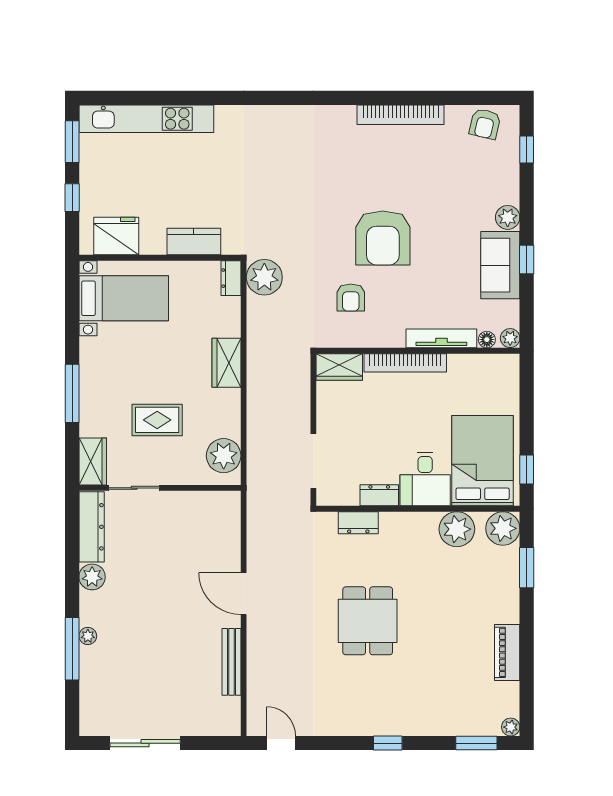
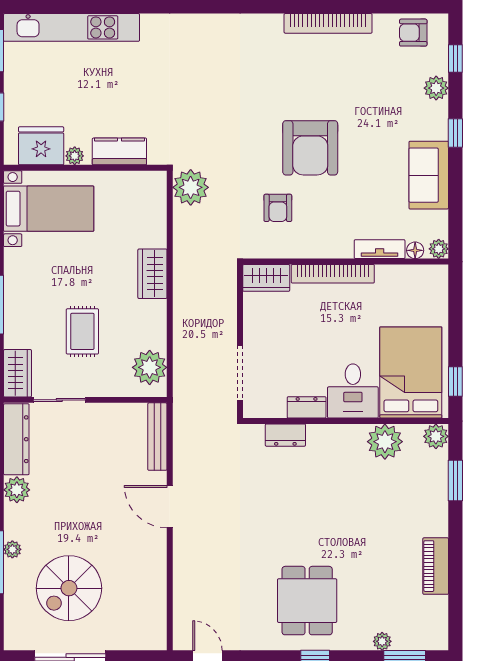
armchair: (485, 124) -> (413, 33), turned 77
plant: (508, 217) -> (436, 88), moved
plant: (149, 246) -> (75, 156), added
window: (527, 259) -> (455, 133), moved
dresser: (231, 278) -> (157, 188), removed
tv unit: (441, 338) -> (380, 249), width x0.71
rug: (157, 420) -> (82, 331), turned 90
plant: (503, 528) -> (436, 436), width x0.73, depth x0.73
dining table: (368, 621) -> (307, 601), moved
bench: (231, 662) -> (157, 437), moved
spiral stairs: (144, 674) -> (69, 588), added
plant: (511, 727) -> (382, 641), moved

